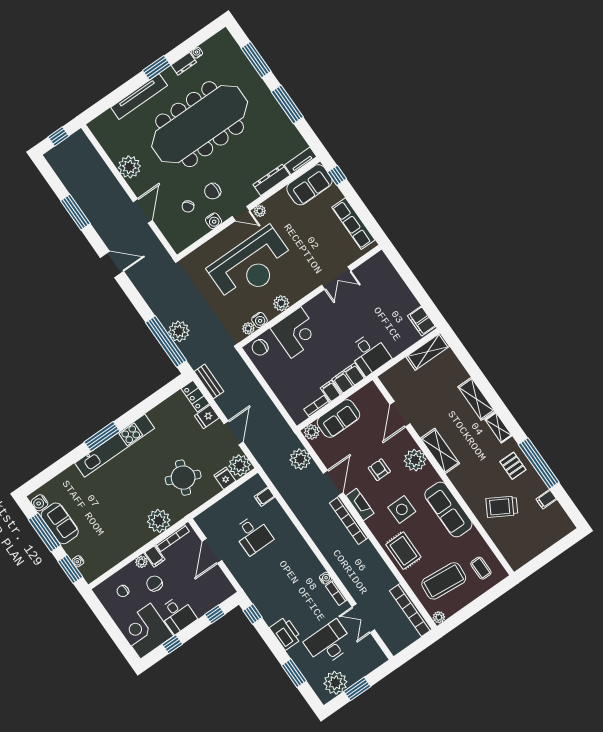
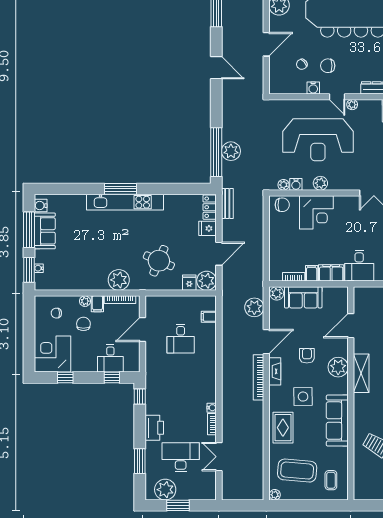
chair: (260, 347) -> (282, 205), turned 180
bookcase: (411, 610) -> (258, 475), removed
desk: (178, 615) -> (110, 358), moved

